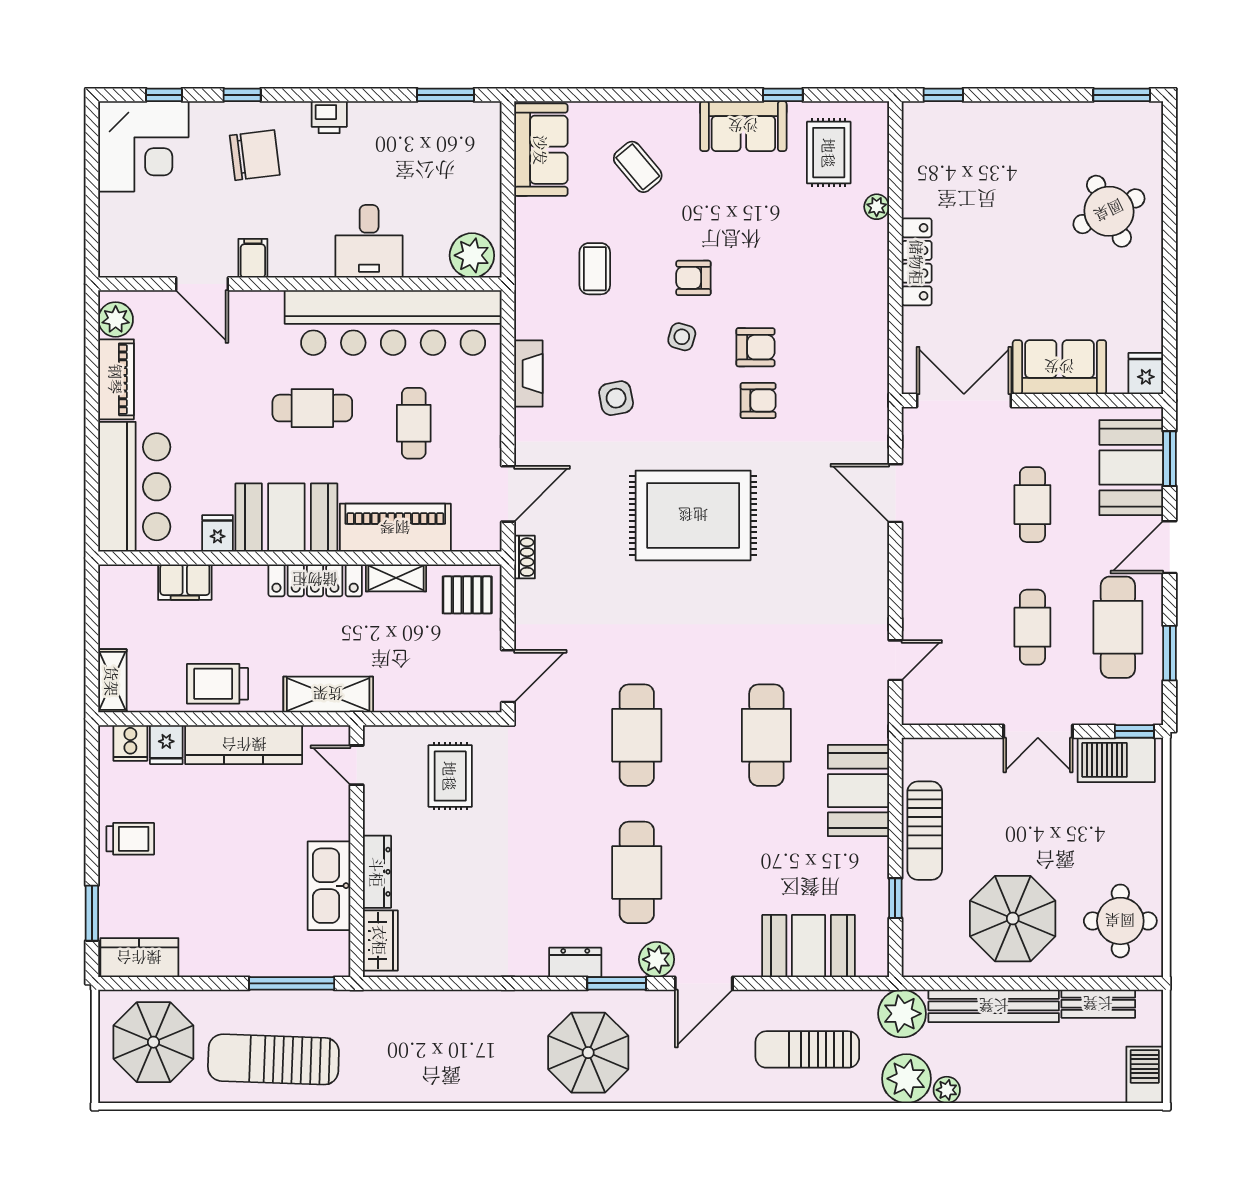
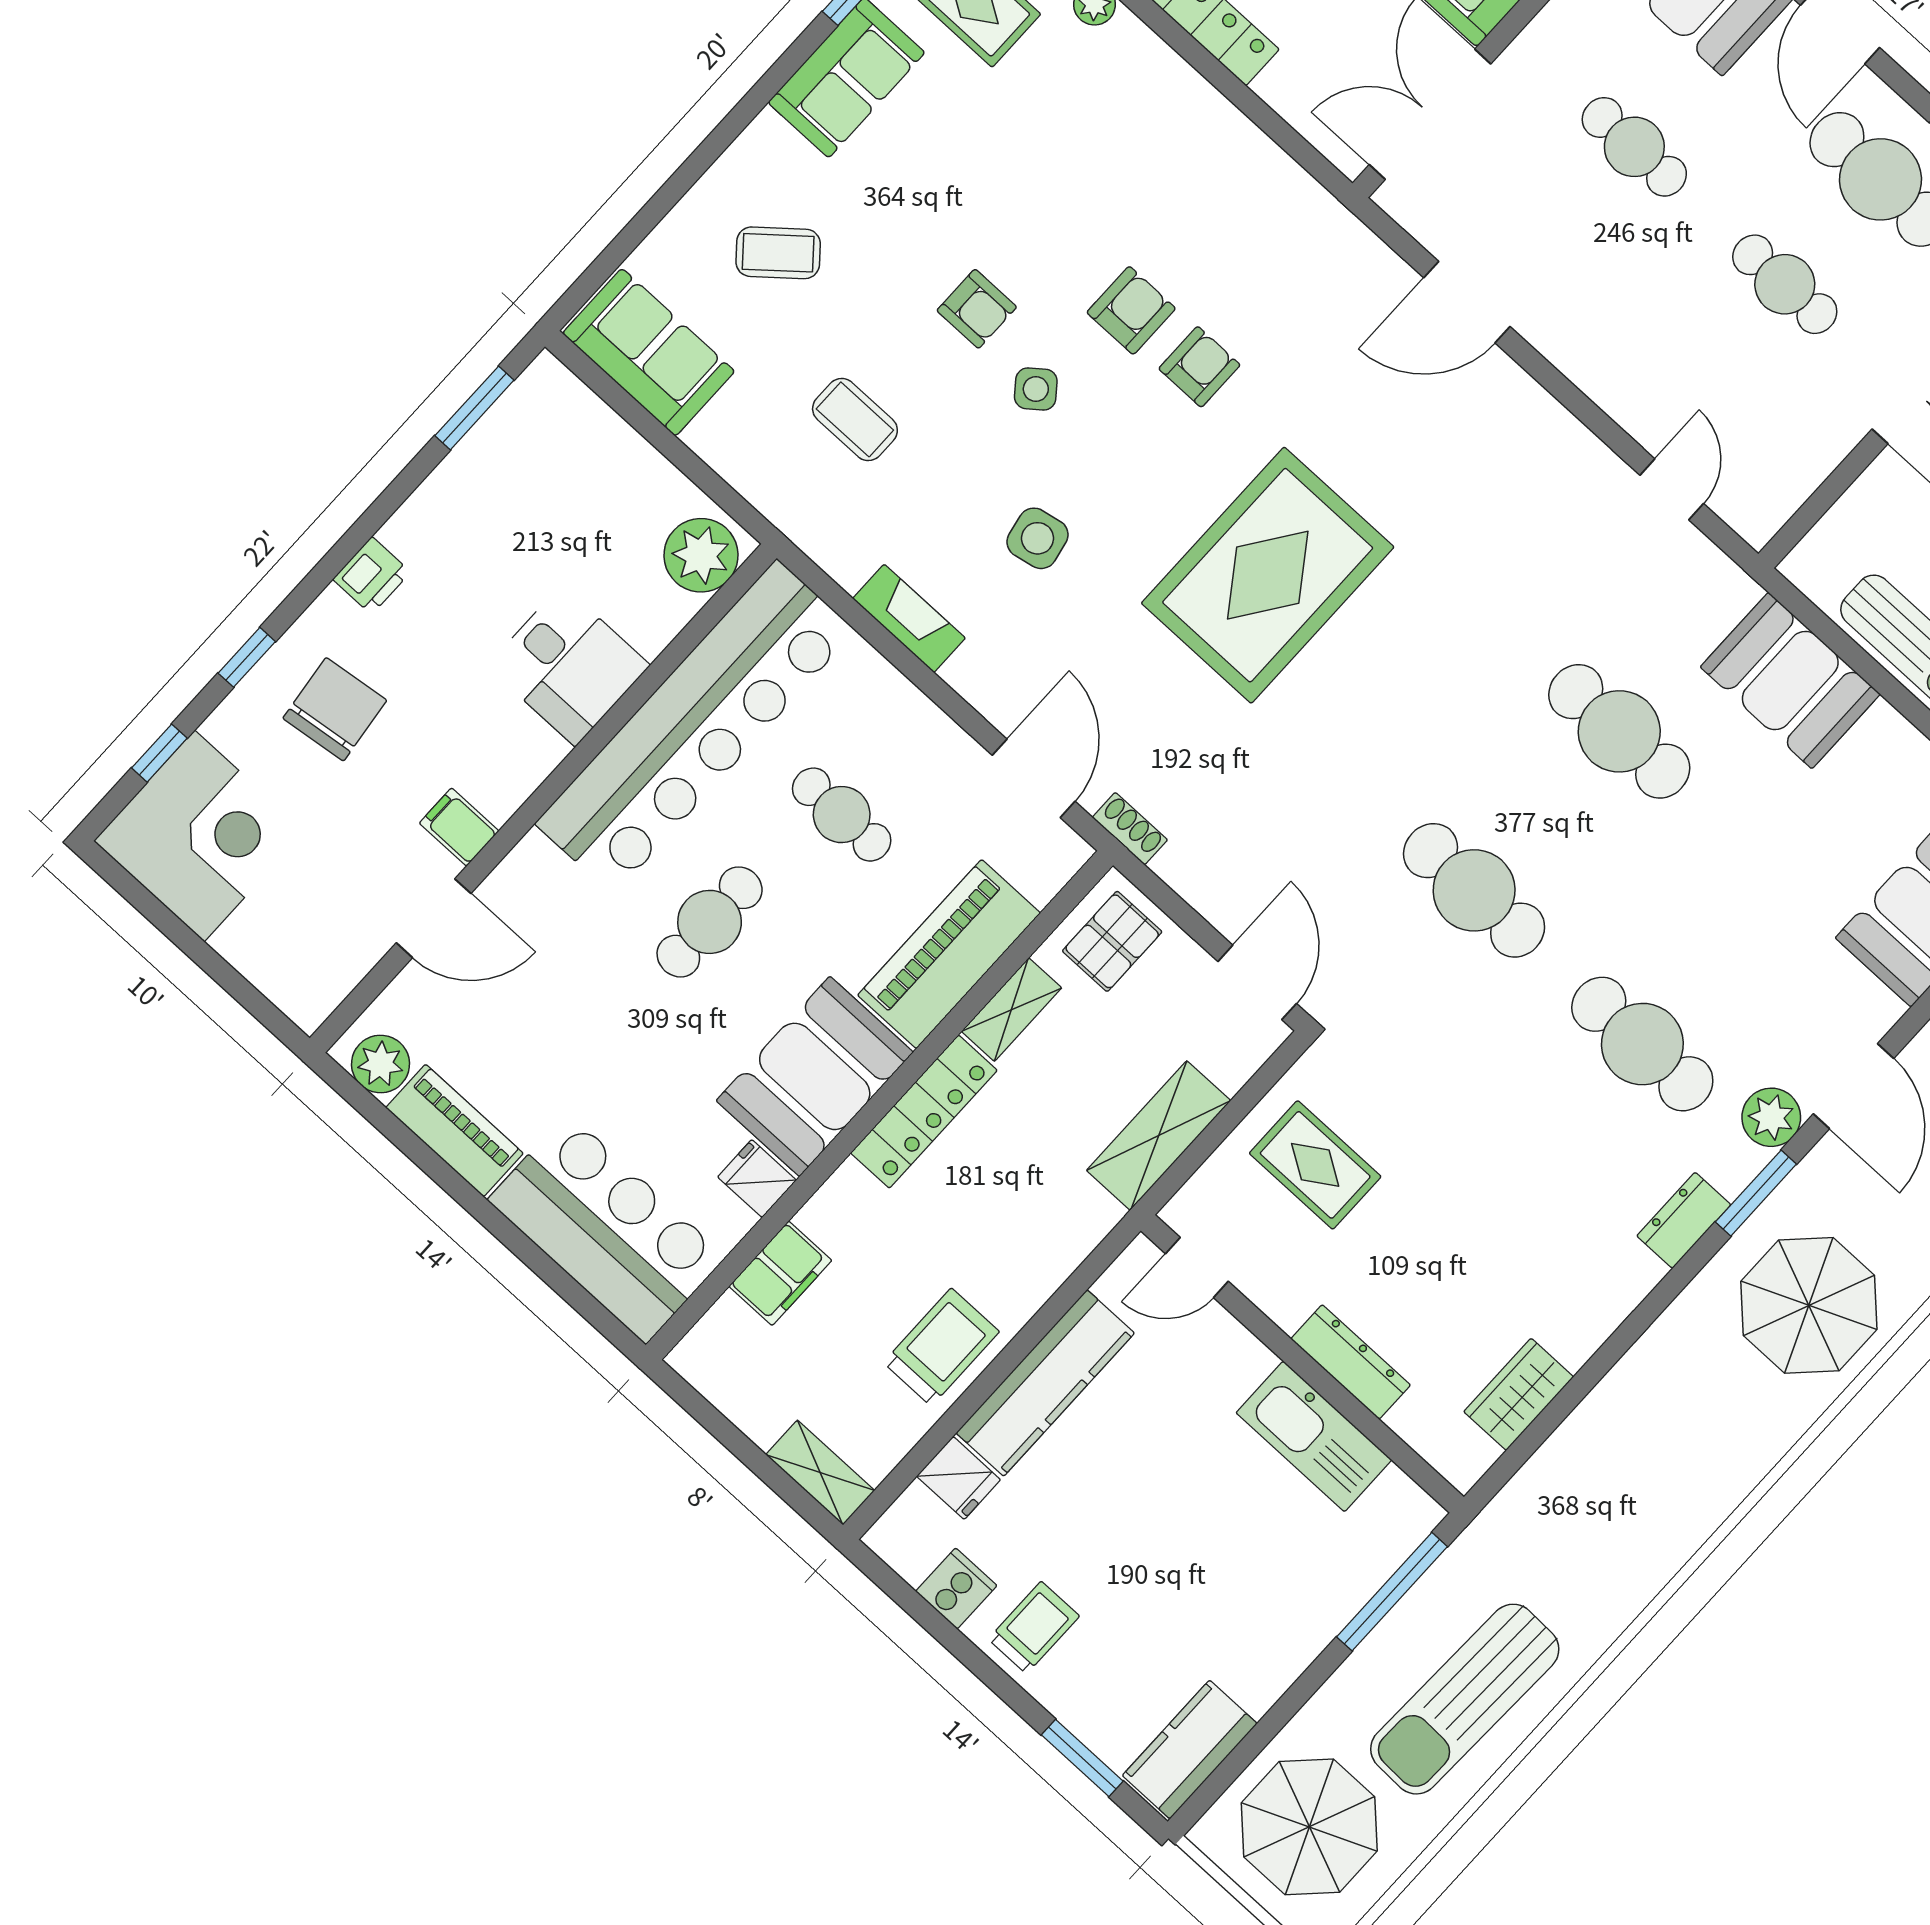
armchair: (693, 278) -> (977, 309), turned -90
side table: (682, 337) -> (1036, 389), turned 36
trolley: (217, 684) -> (941, 1347), turned 180
shelving: (328, 694) -> (1159, 1136), moved
cooker: (130, 743) -> (956, 1588), moved, turned -90
wardrobe: (380, 940) -> (1519, 1394), moved, turned -90

